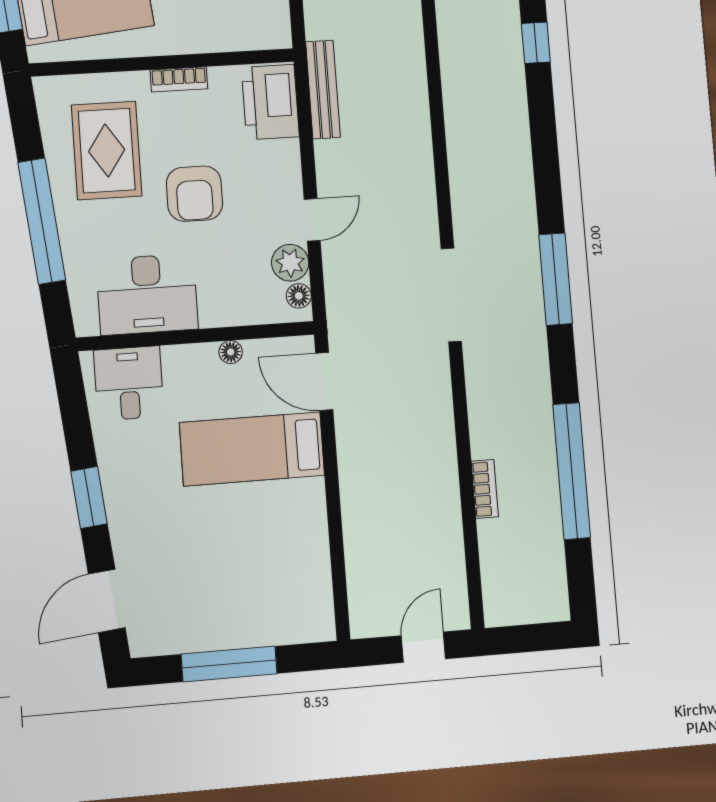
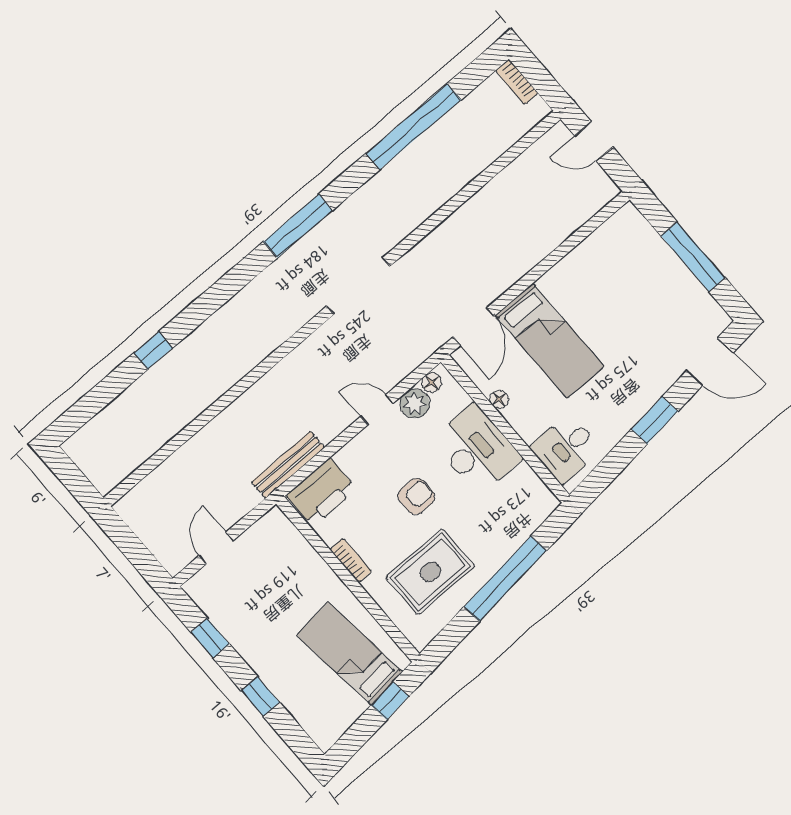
armchair: (194, 194) -> (416, 496), width x0.72, depth x0.72
desk: (147, 294) -> (477, 449), moved
bookcase: (485, 489) -> (517, 82), moved, turned -90

